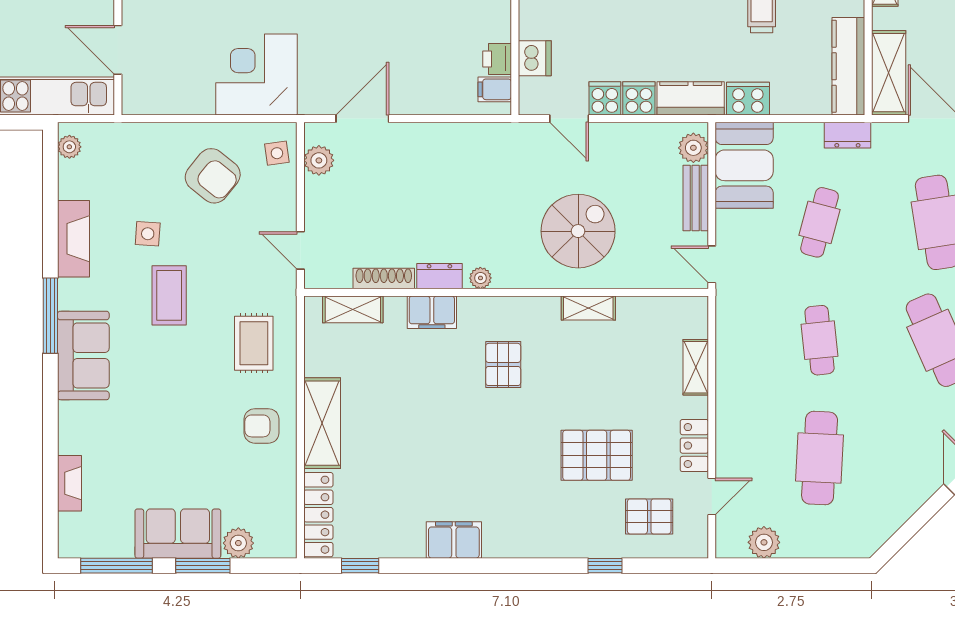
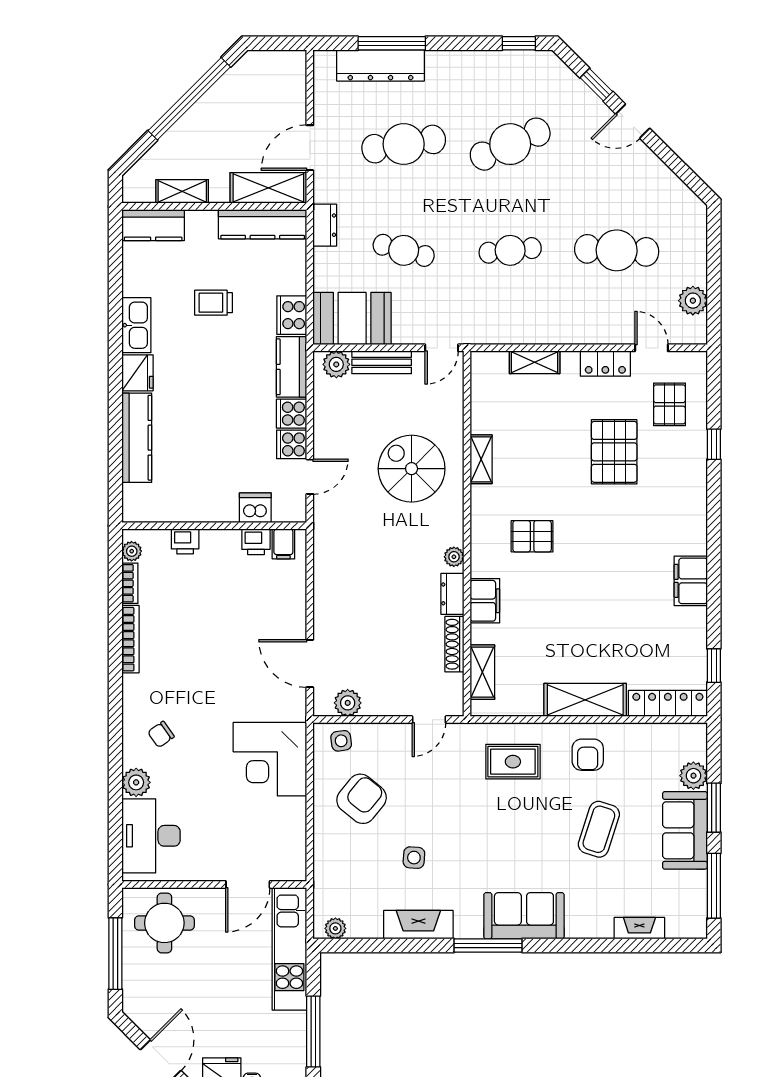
coffee table: (169, 295) -> (599, 829), moved, turned -72

